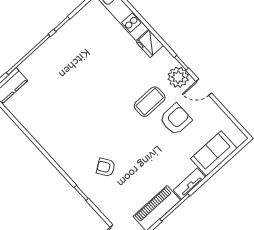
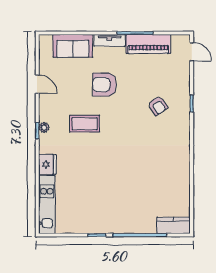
plant: (178, 77) -> (44, 127), width x0.53, depth x0.53
door: (204, 87) -> (37, 84), moved
armchair: (176, 119) -> (104, 85), moved

